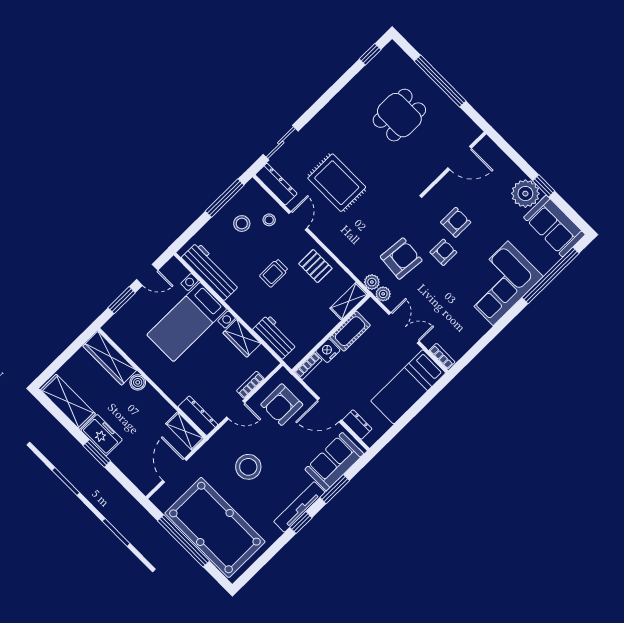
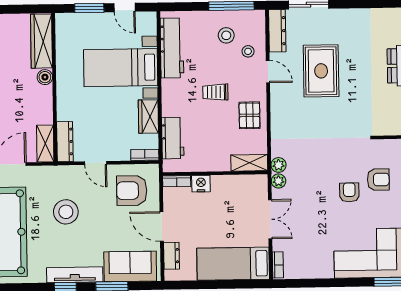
door: (298, 221) -> (268, 72), hinge flipped
armchair: (443, 252) -> (349, 192), turned -90
armchair: (401, 259) -> (315, 168), removed
cot: (350, 331) -> (230, 185), removed
bookcase: (250, 385) -> (145, 155), moved

